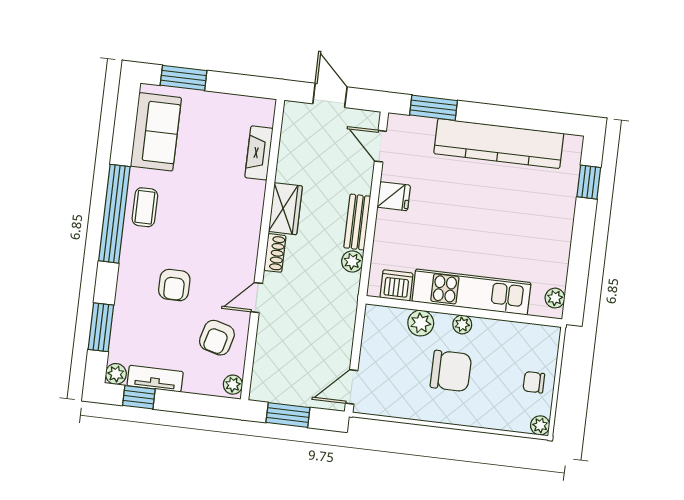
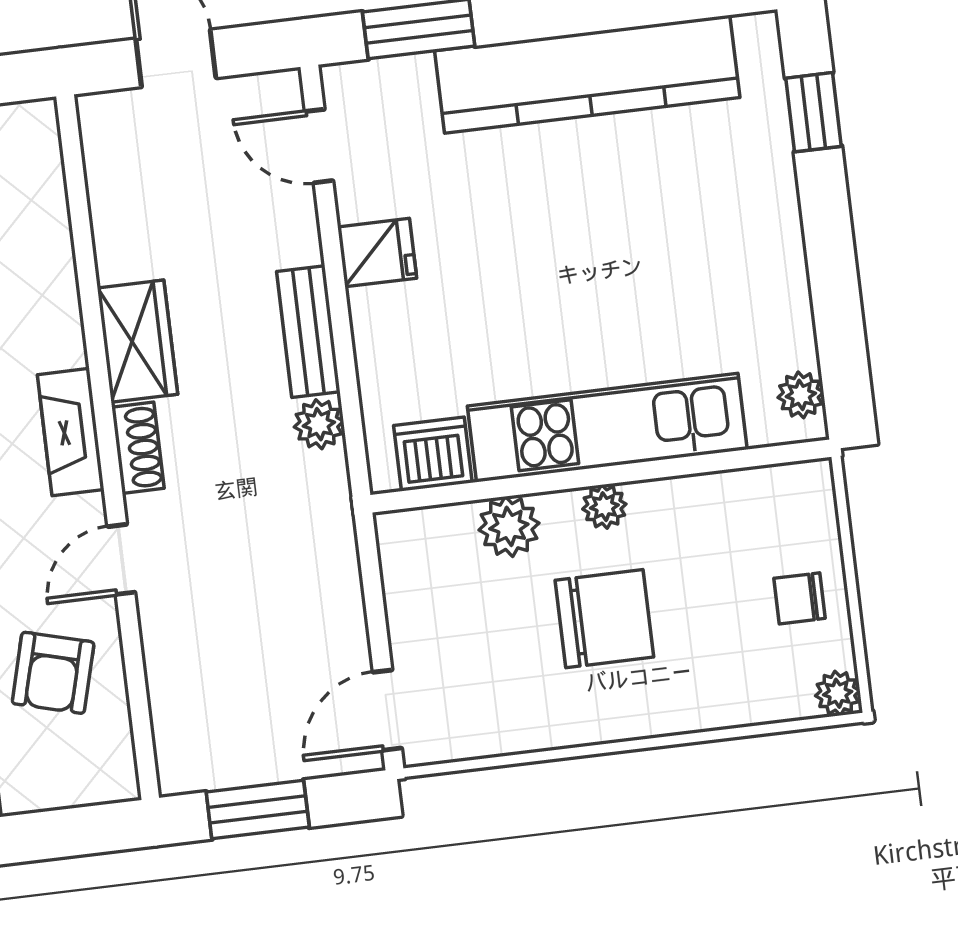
fireplace: (259, 153) -> (71, 432), moved
plant: (233, 385) -> (115, 771), removed

